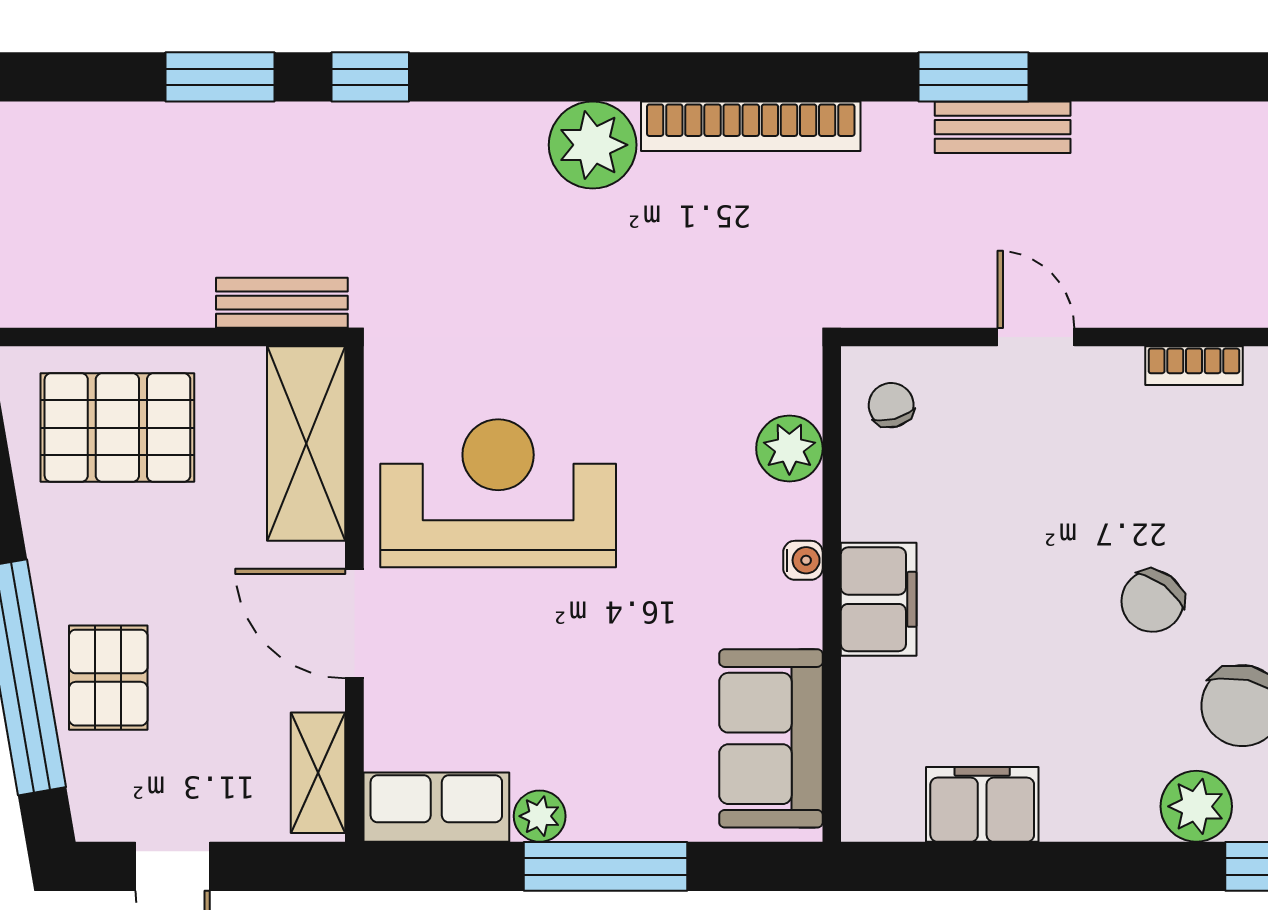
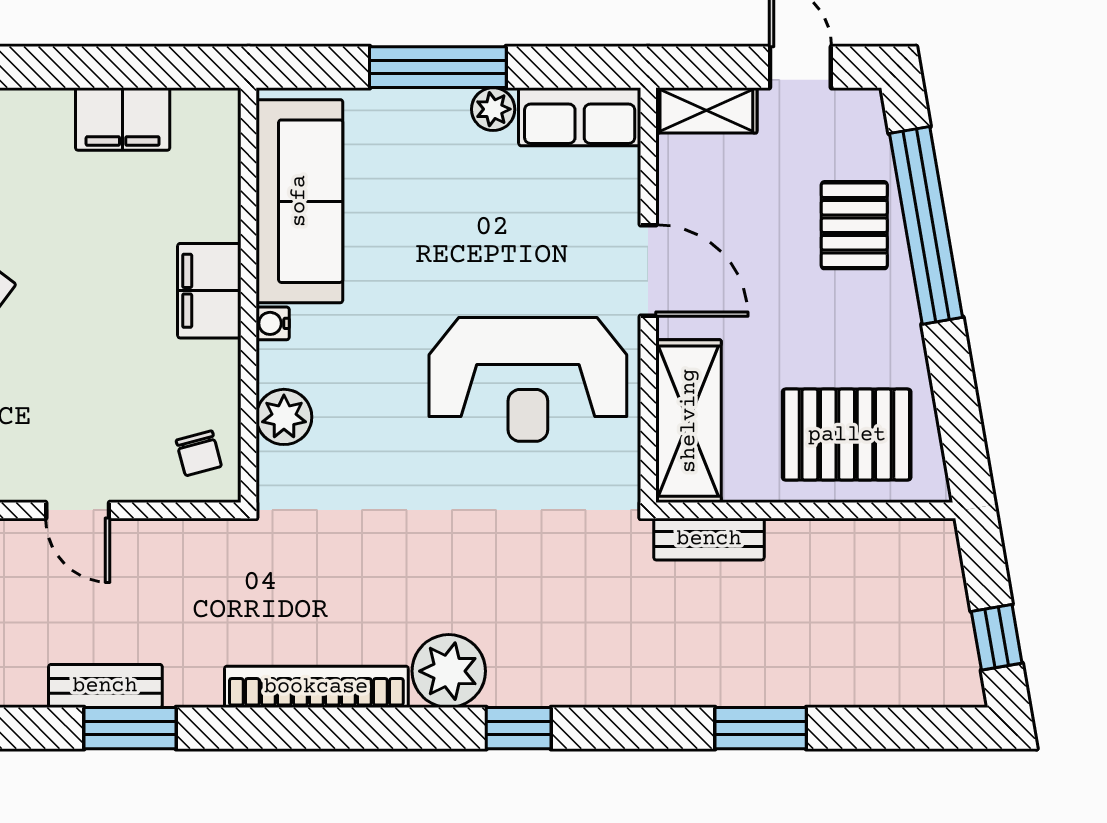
window: (370, 77) -> (519, 728), moved
sofa: (771, 738) -> (299, 201), width x1.36
shelving: (318, 773) -> (706, 110), moved, turned 90

